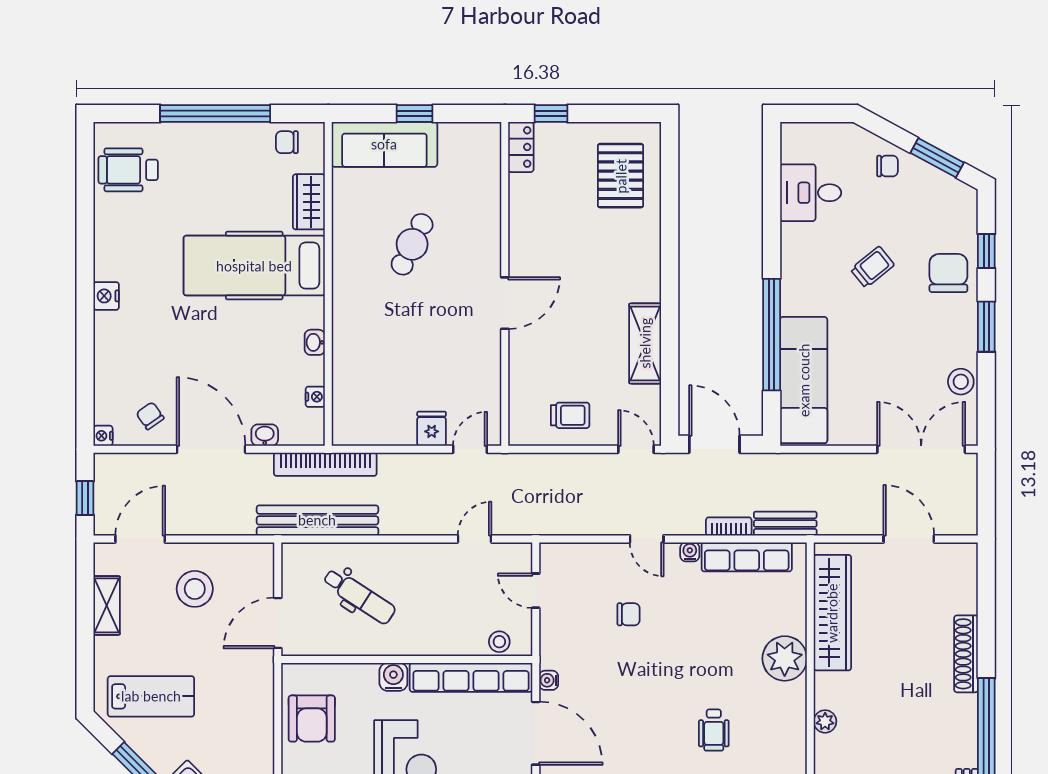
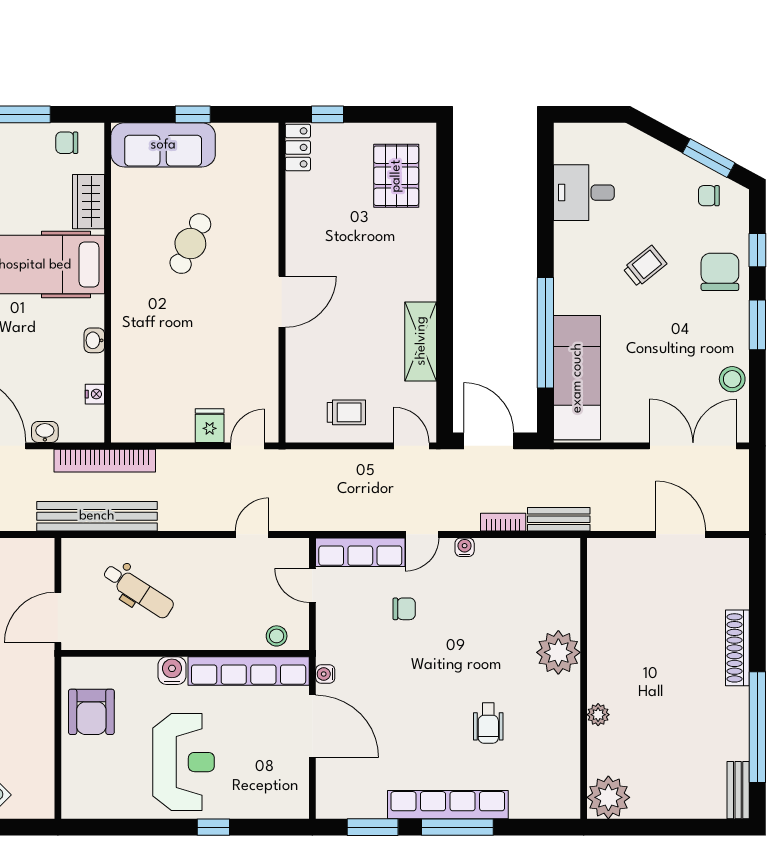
chair: (887, 166) -> (709, 196), moved, turned 180
door: (647, 539) -> (422, 534), hinge flipped
row of seats: (747, 557) -> (360, 552), moved
wardrobe: (832, 613) -> (605, 607), removed

